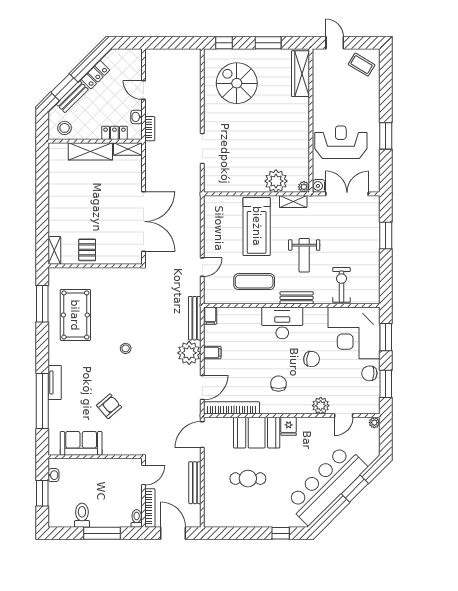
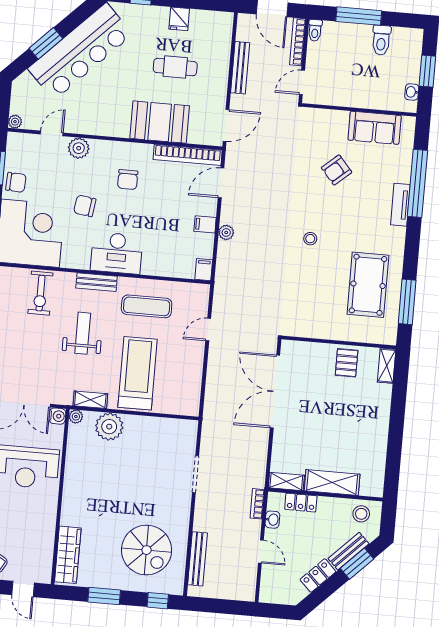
bench: (195, 318) -> (197, 559), moved
plant: (189, 353) -> (226, 232), width x0.53, depth x0.53
fridge: (289, 426) -> (179, 19), moved, turned 180

